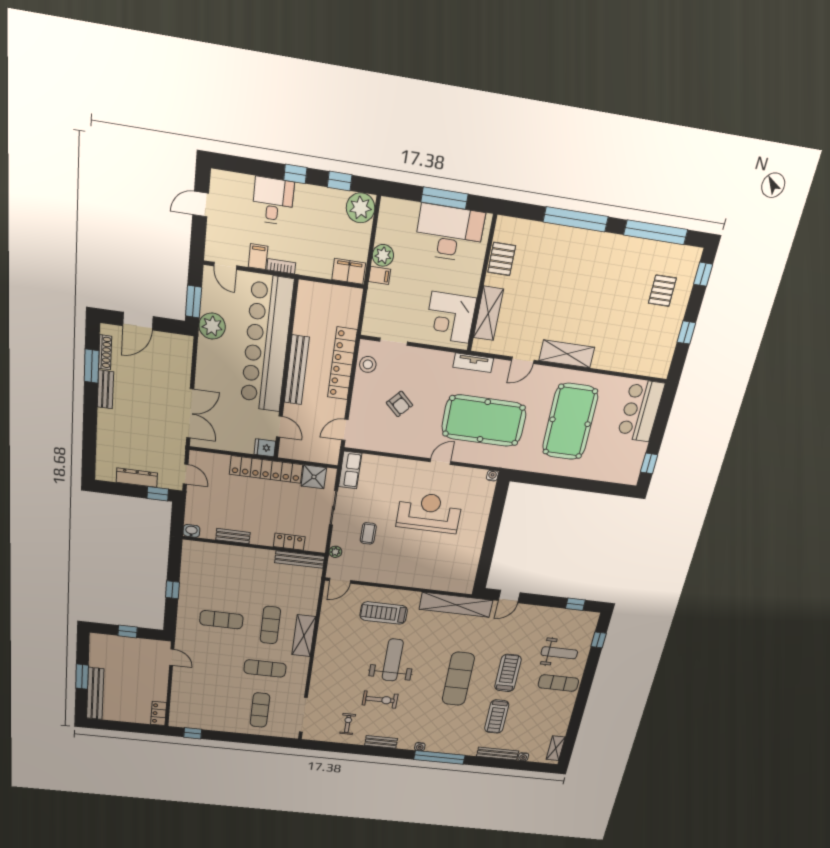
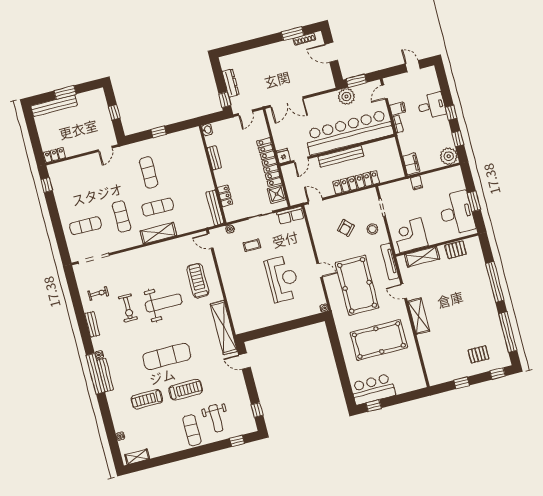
window: (444, 198) -> (474, 201), width x0.69
plant: (383, 255) -> (428, 180), removed
tv unit: (473, 363) -> (390, 262), width x1.41
stool: (368, 364) -> (372, 229), moved
bench: (105, 389) -> (281, 46), removed
bar counter: (641, 411) -> (373, 389), moved
bench: (498, 754) -> (105, 375), moved

